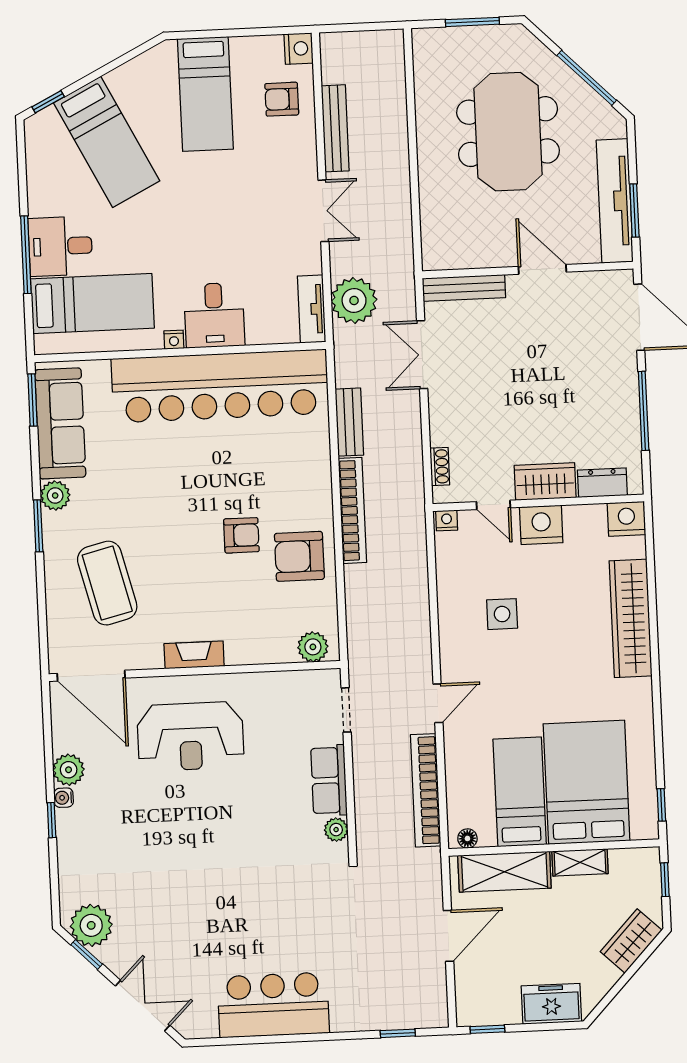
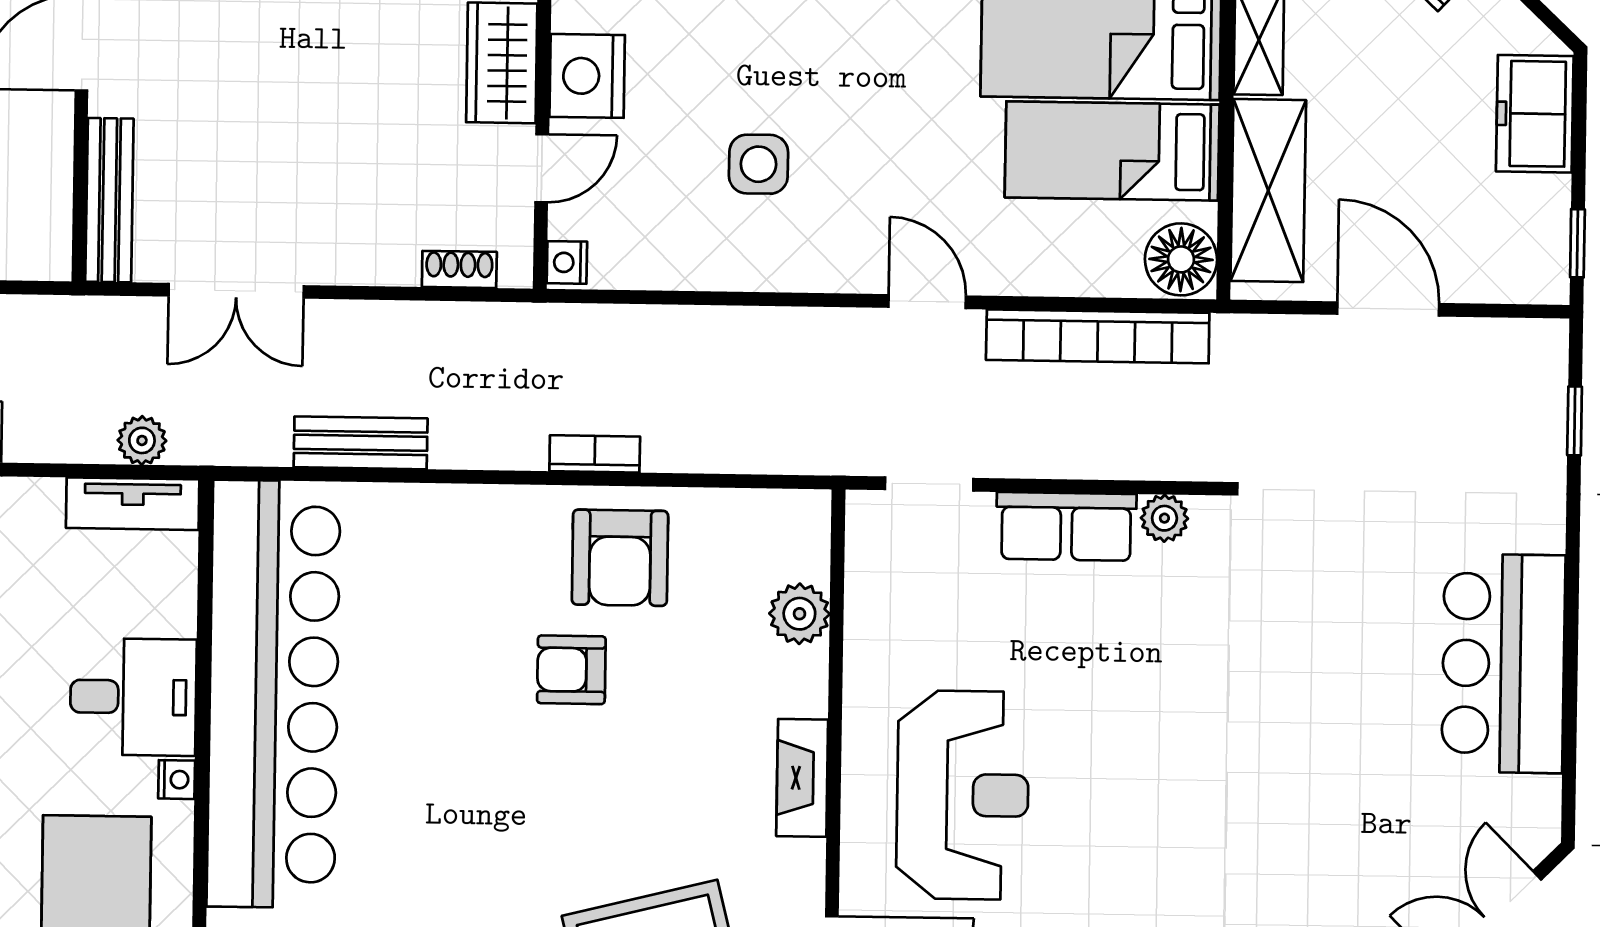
plant: (354, 300) -> (142, 440), width x0.53, depth x0.53
bookcase: (352, 510) -> (595, 454), width x0.43, depth x0.76
armchair: (241, 535) -> (571, 670), turned -90
plant: (313, 647) -> (799, 614), moved
floor lamp: (467, 838) -> (1181, 259), width x1.89, depth x1.89

